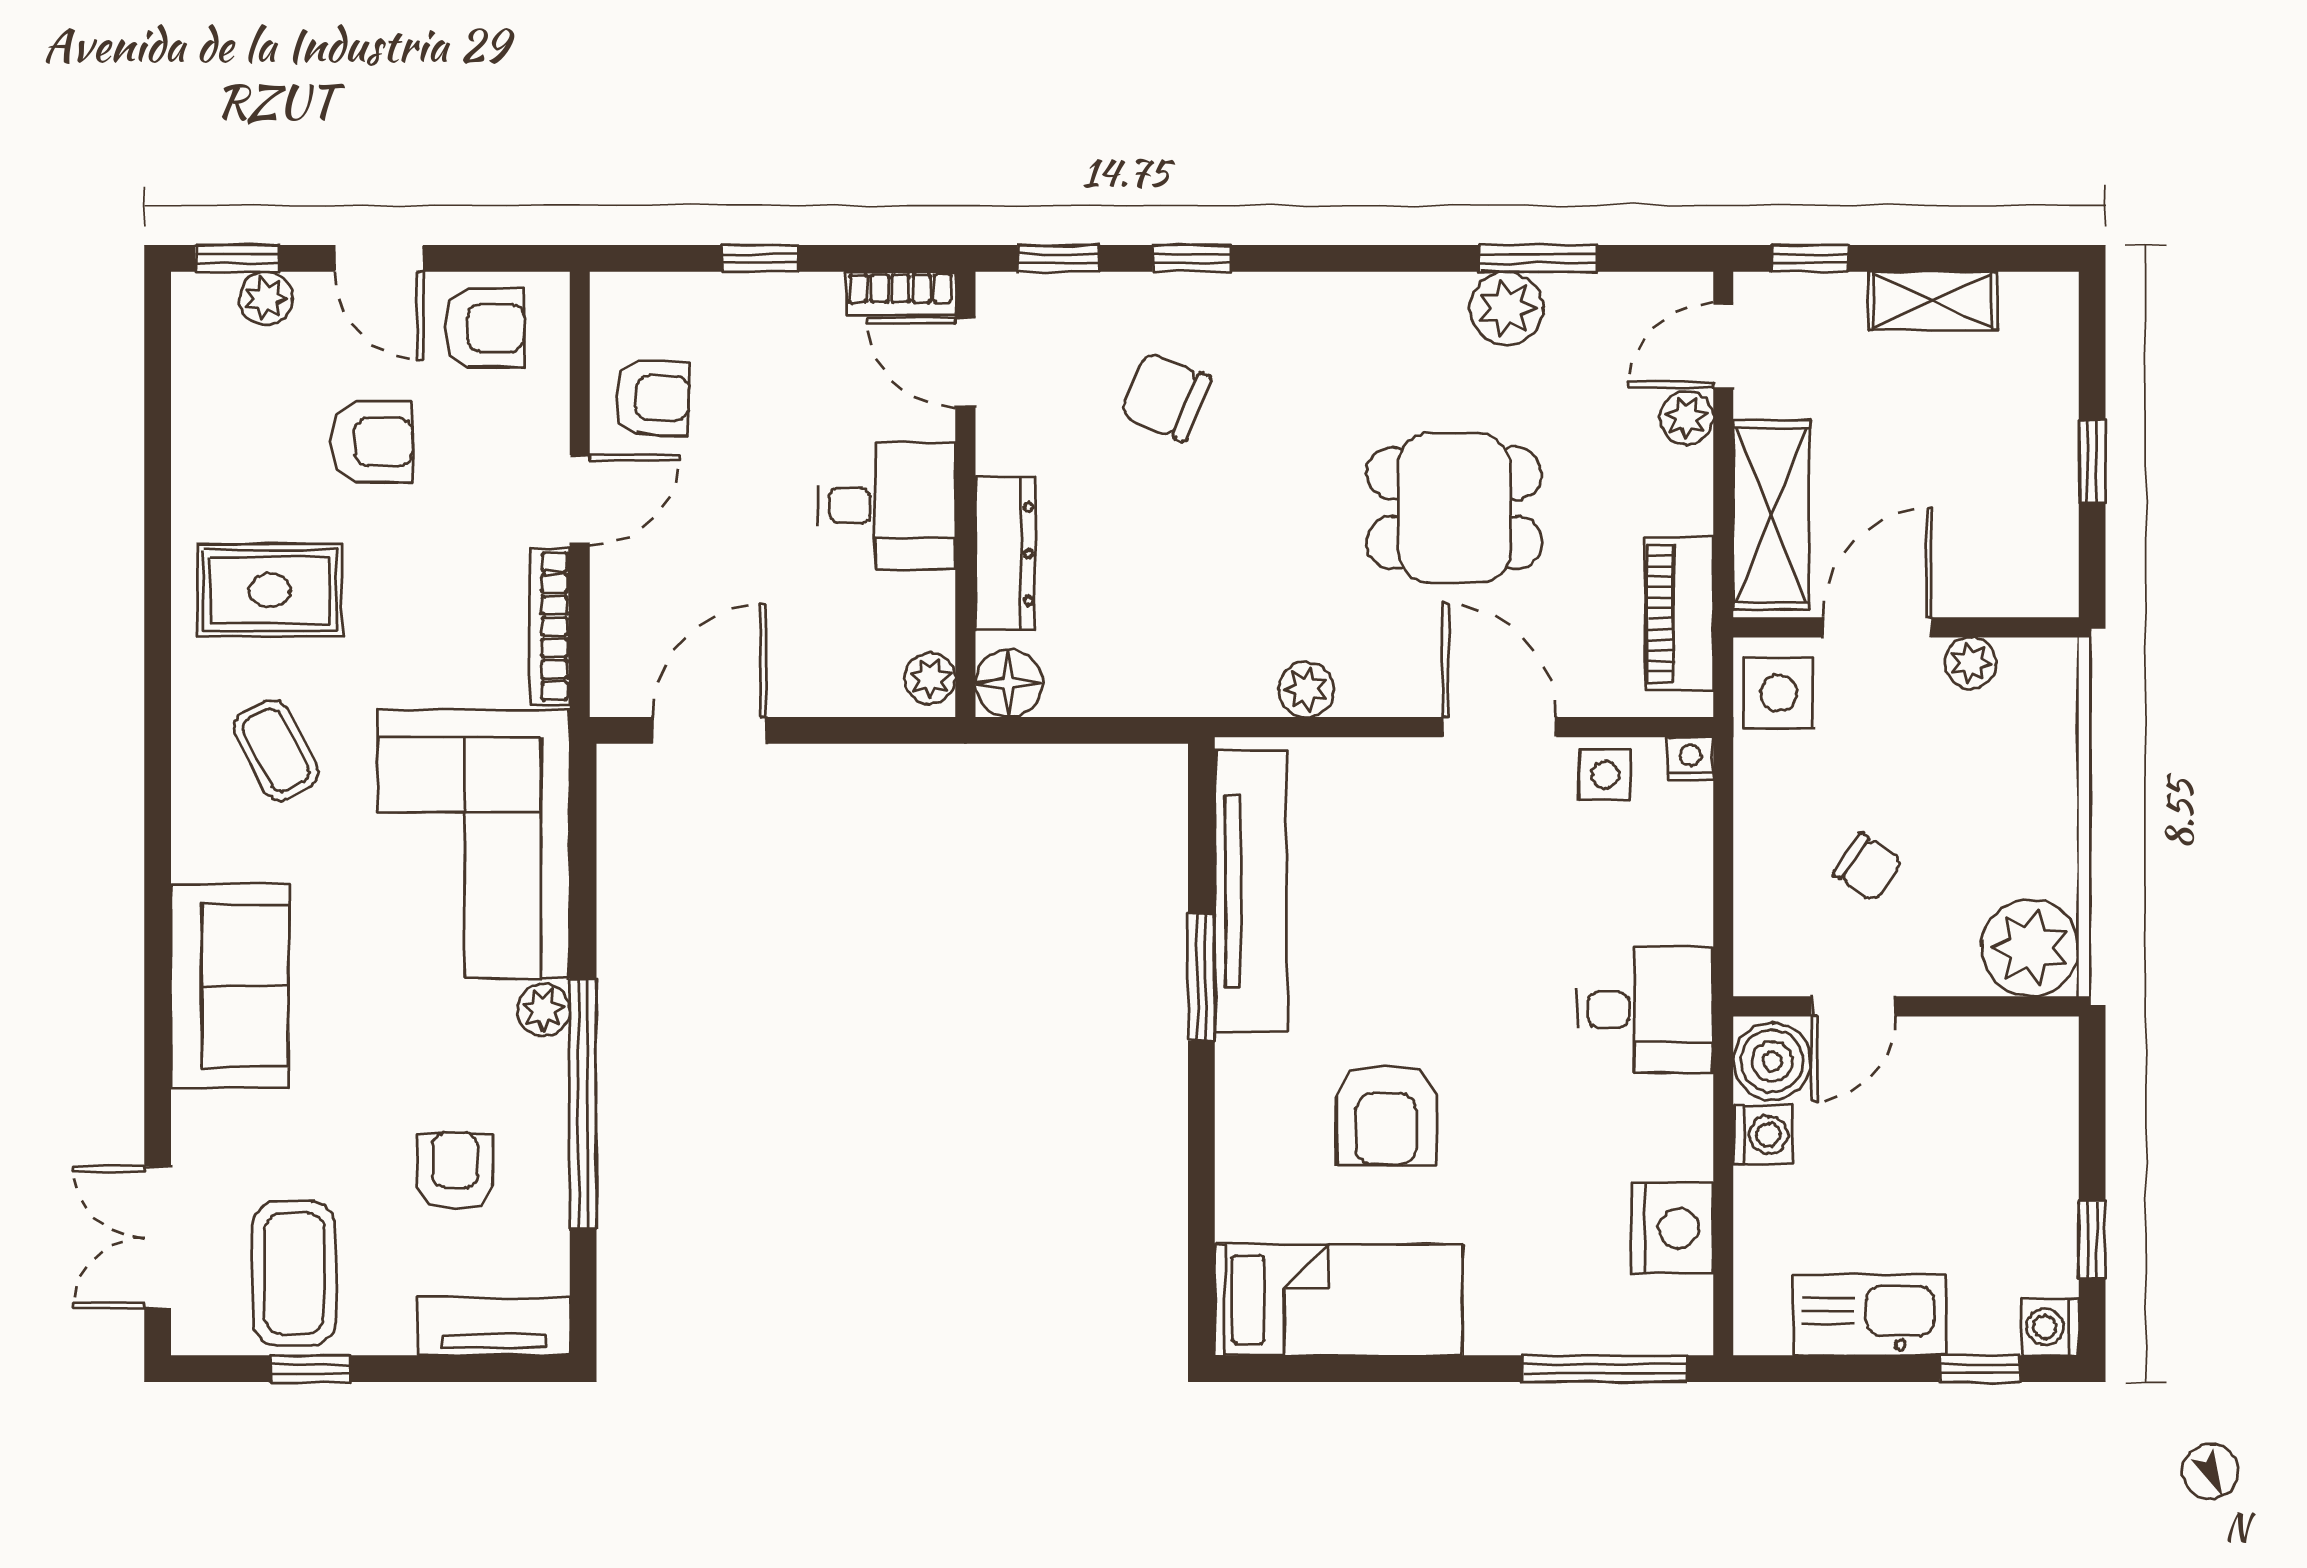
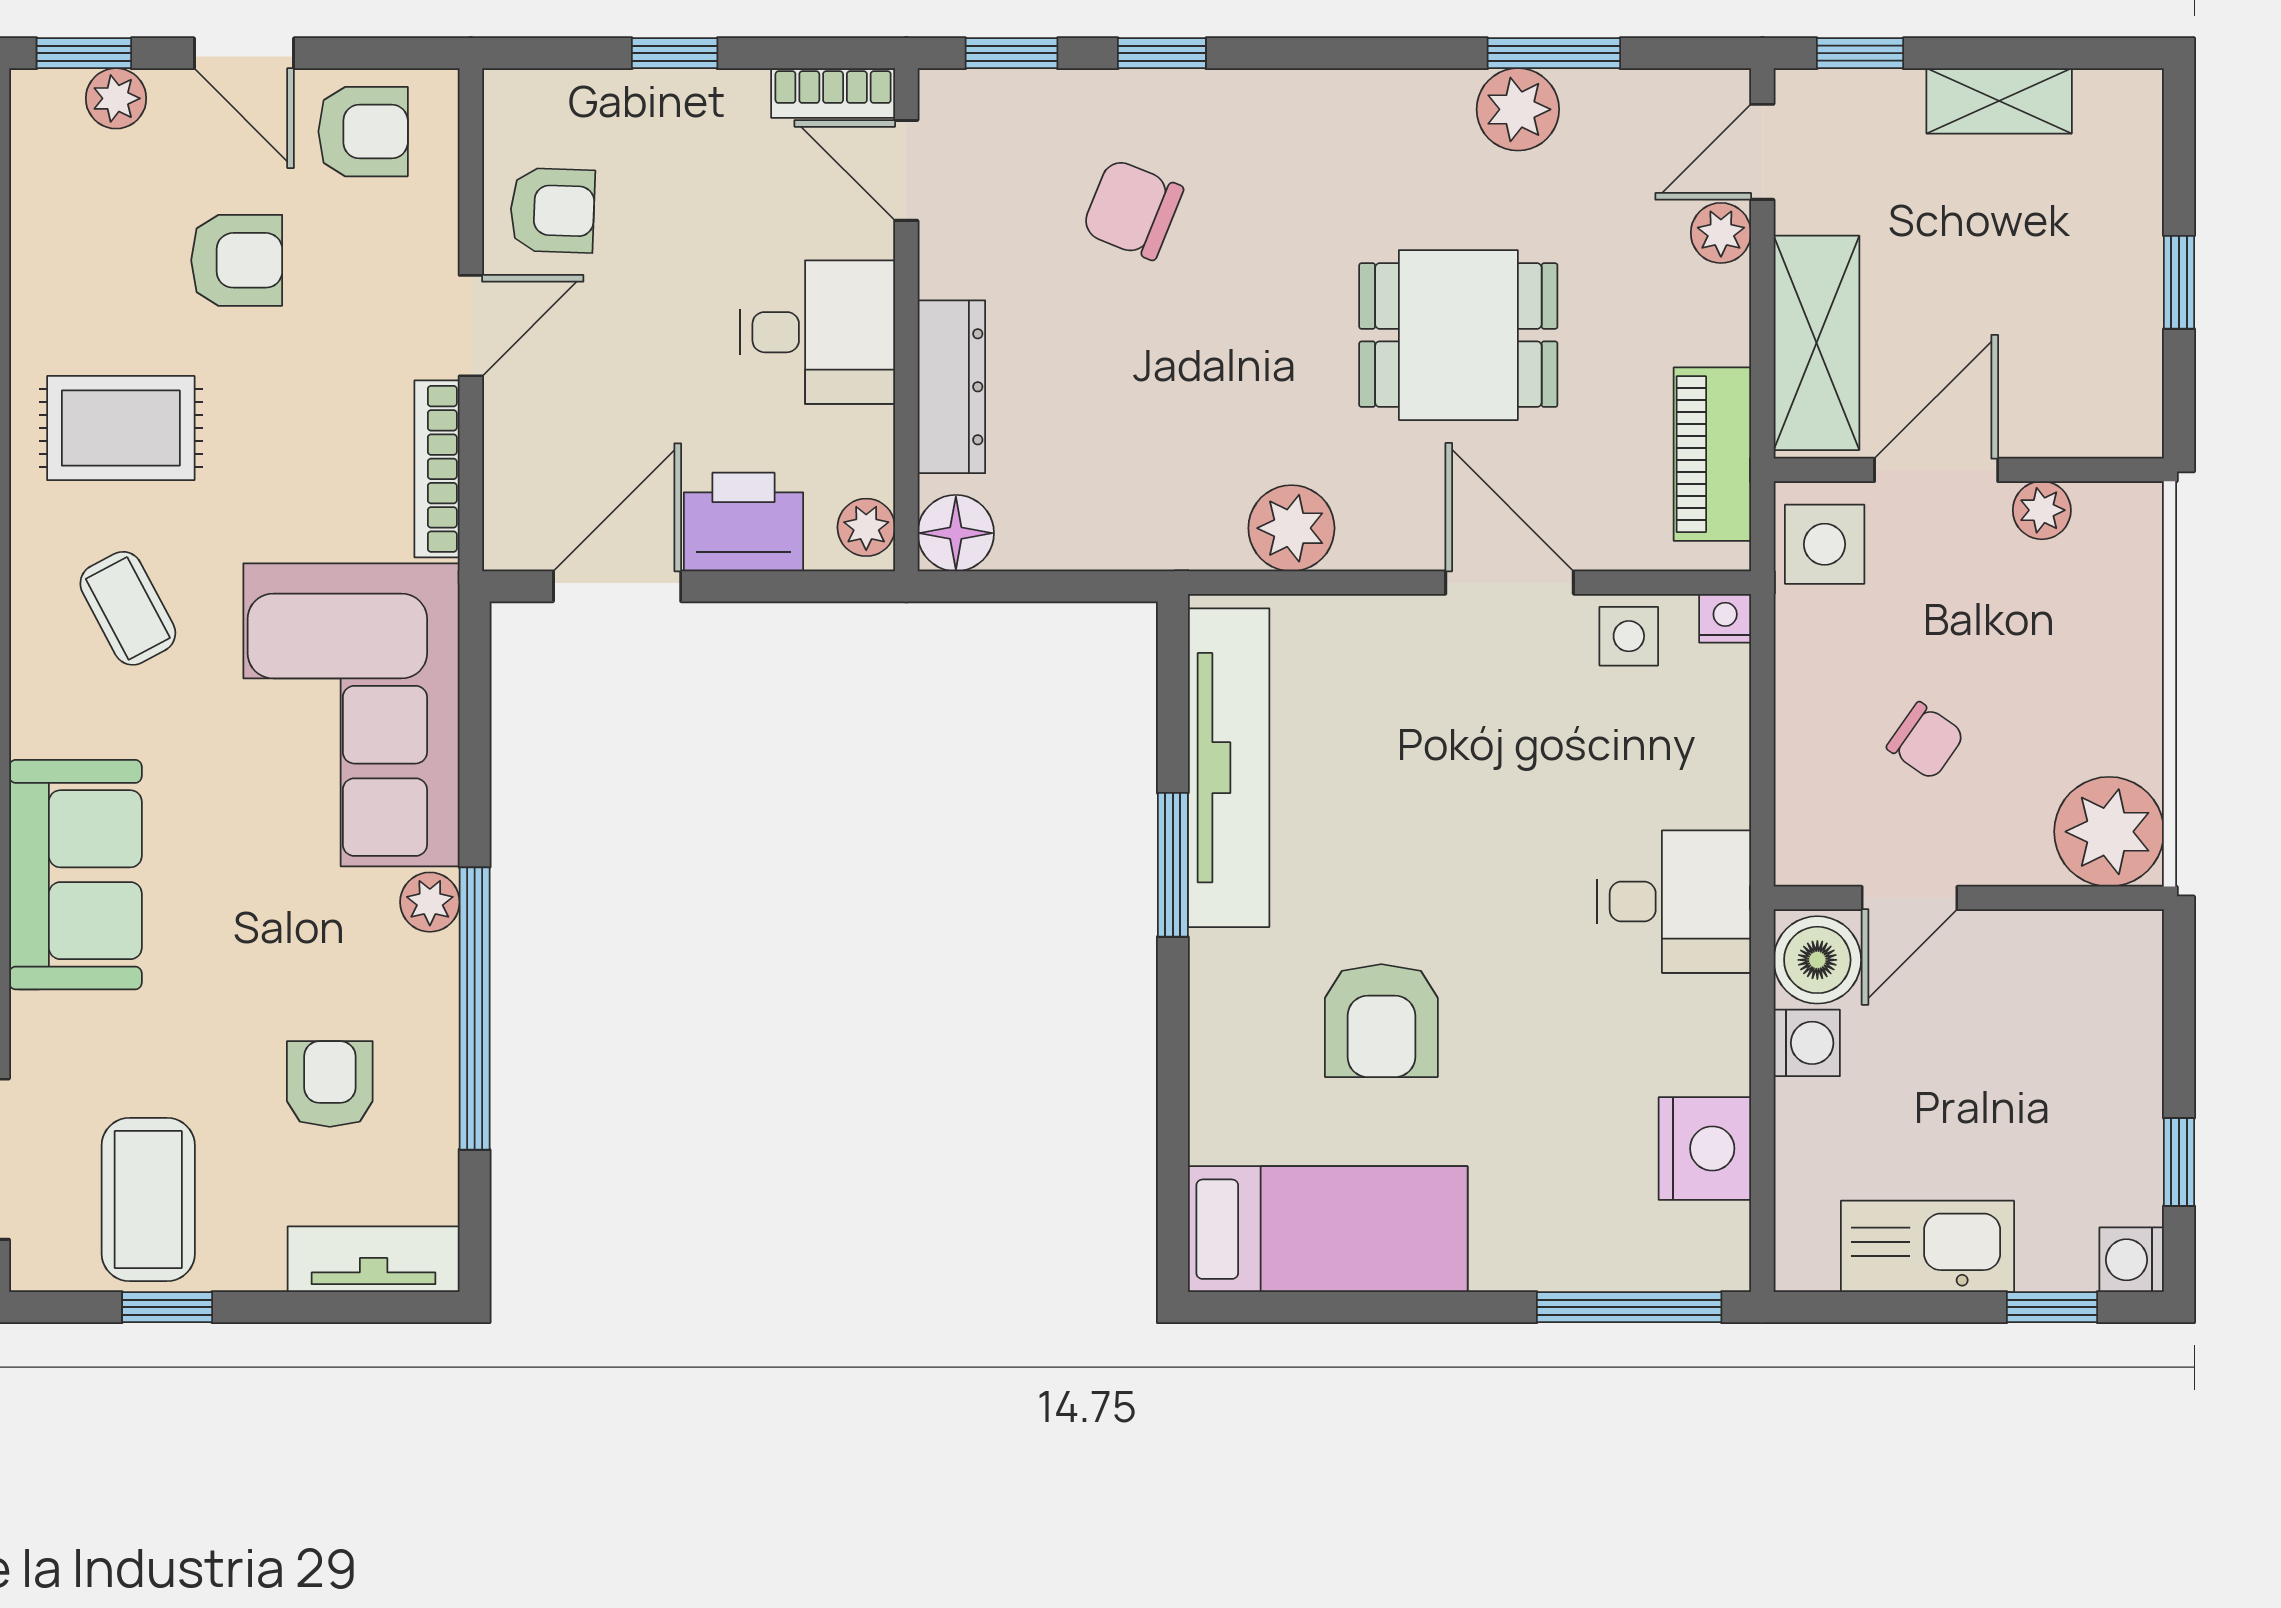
printer: (821, 673) -> (743, 522), added
plant: (1306, 689) -> (1291, 528), width x1.38, depth x1.38

